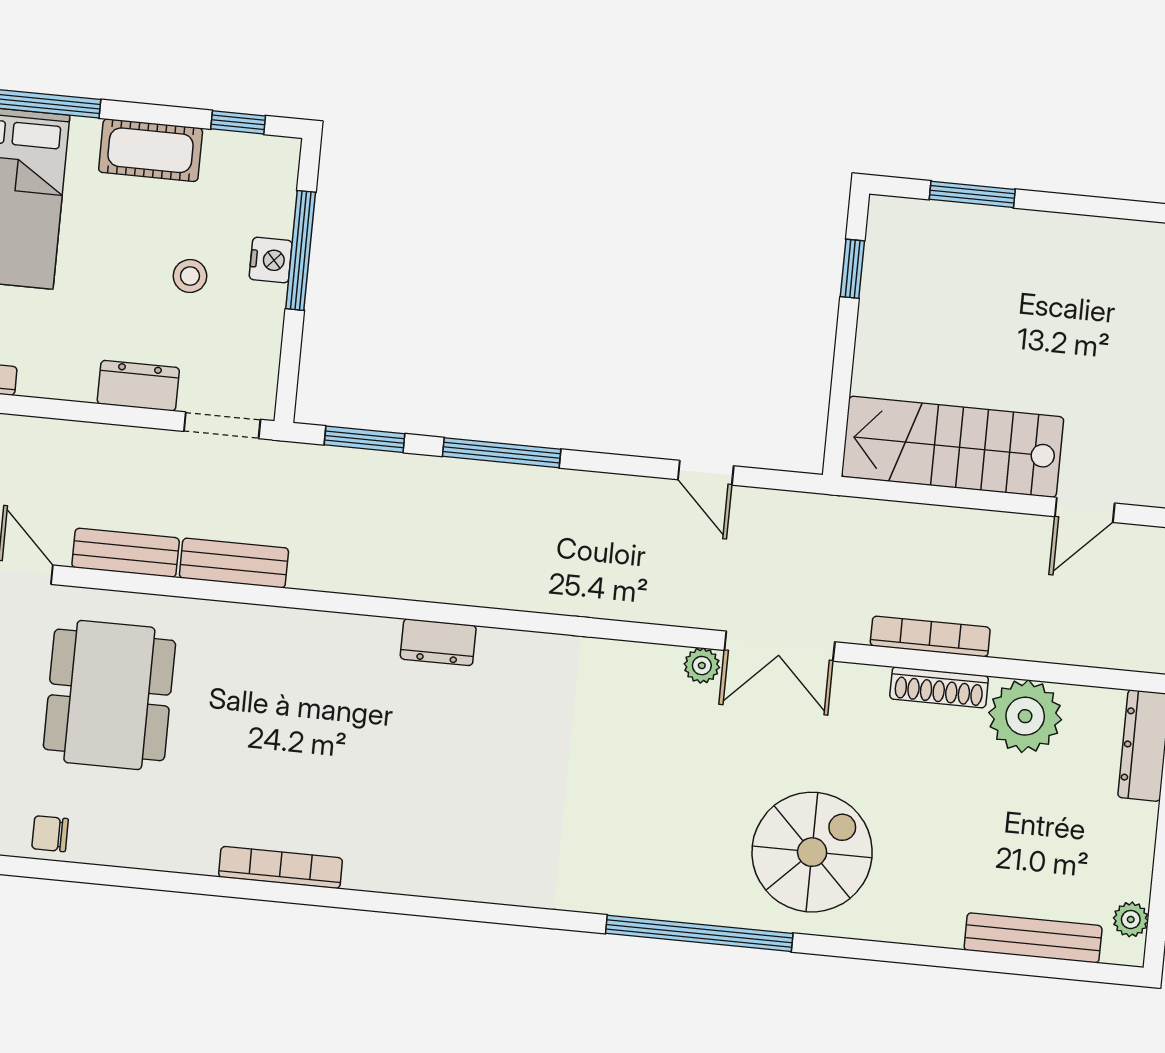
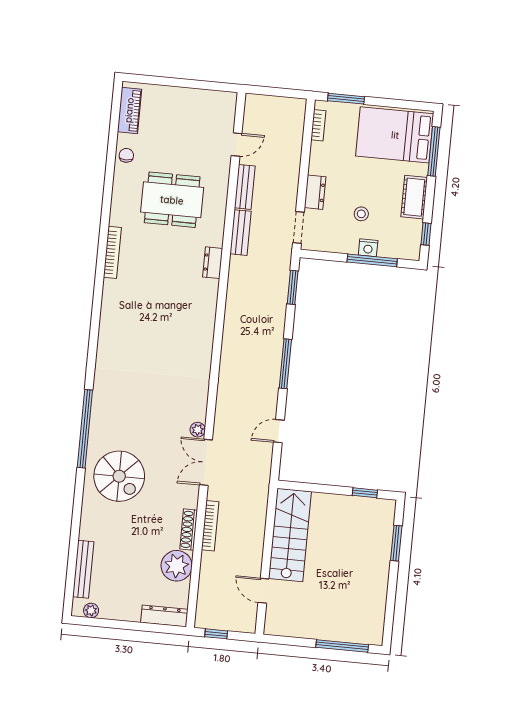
window: (502, 453) -> (285, 364), moved
dresser: (438, 642) -> (213, 263), moved
dining table: (109, 695) -> (172, 200), moved

